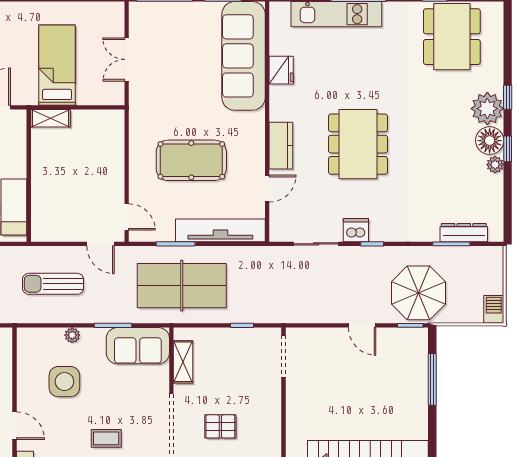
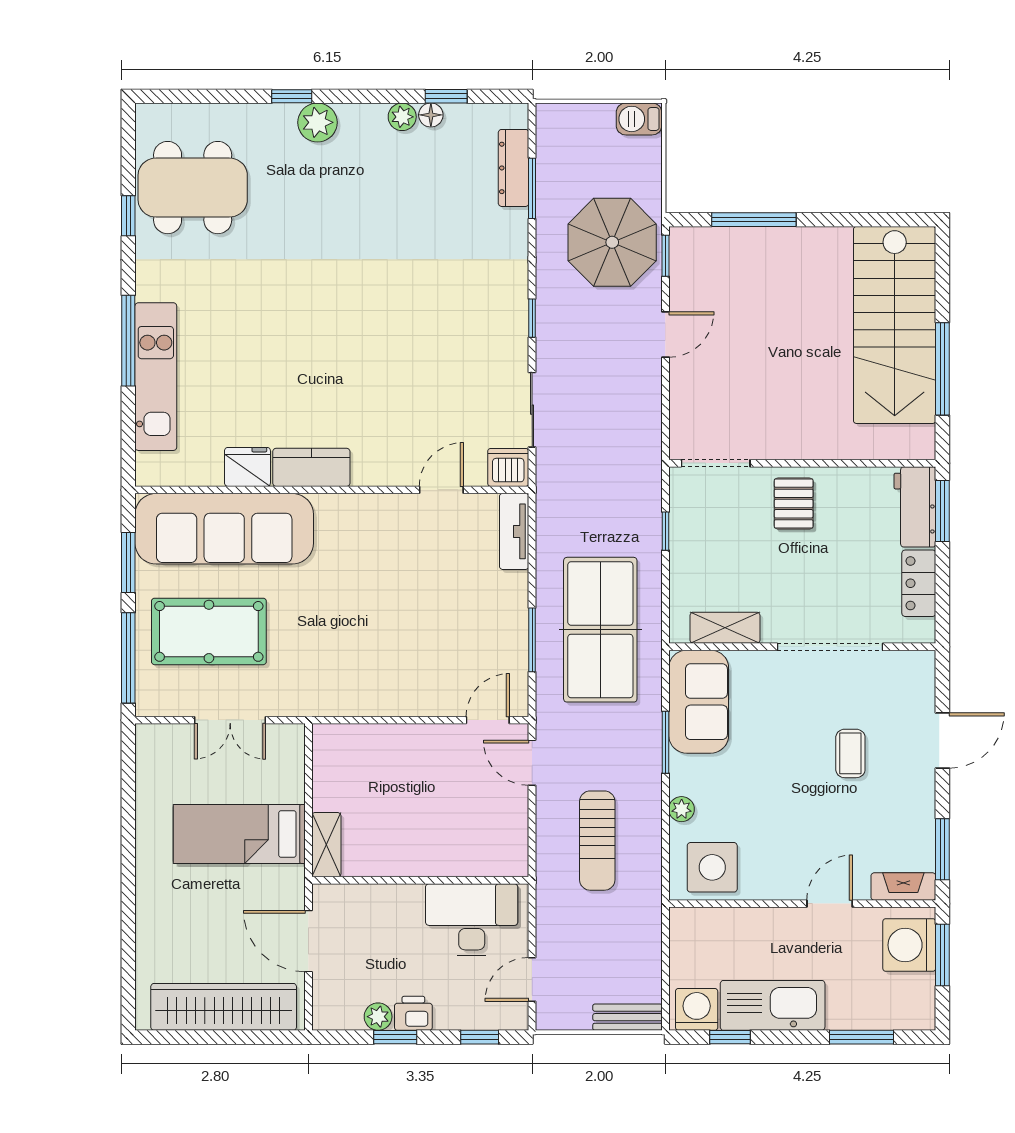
plant: (487, 109) -> (317, 122), width x0.73, depth x0.73
floor lamp: (490, 141) -> (431, 115), moved, width x0.53, depth x0.53
dining table: (358, 144) -> (369, 341), removed
kitchen counter: (281, 146) -> (311, 467), moved
window: (508, 149) -> (446, 96), moved
pool table: (191, 160) -> (209, 631), moved, turned 90
door: (267, 189) -> (441, 490), hinge flipped
tv unit: (220, 230) -> (514, 531), width x0.52, depth x0.78
dishwasher: (356, 230) -> (508, 467), moved, turned 90
door: (101, 244) -> (532, 763), swing flipped
side table: (64, 382) -> (712, 867), moved
pallet: (220, 426) -> (794, 504), moved

